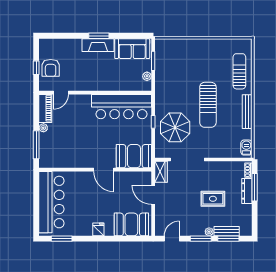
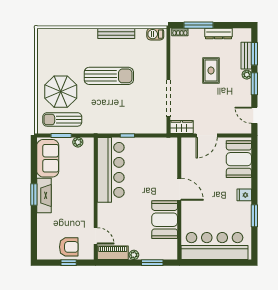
sun lounger: (239, 71) -> (62, 119), moved
parasol: (175, 127) -> (61, 92), moved
window: (36, 145) -> (152, 263), width x0.69
booth: (134, 156) -> (165, 220), moved
door: (104, 170) -> (179, 189), hinge flipped
dresser: (247, 191) -> (218, 34), moved
window: (62, 239) -> (254, 216), moved

